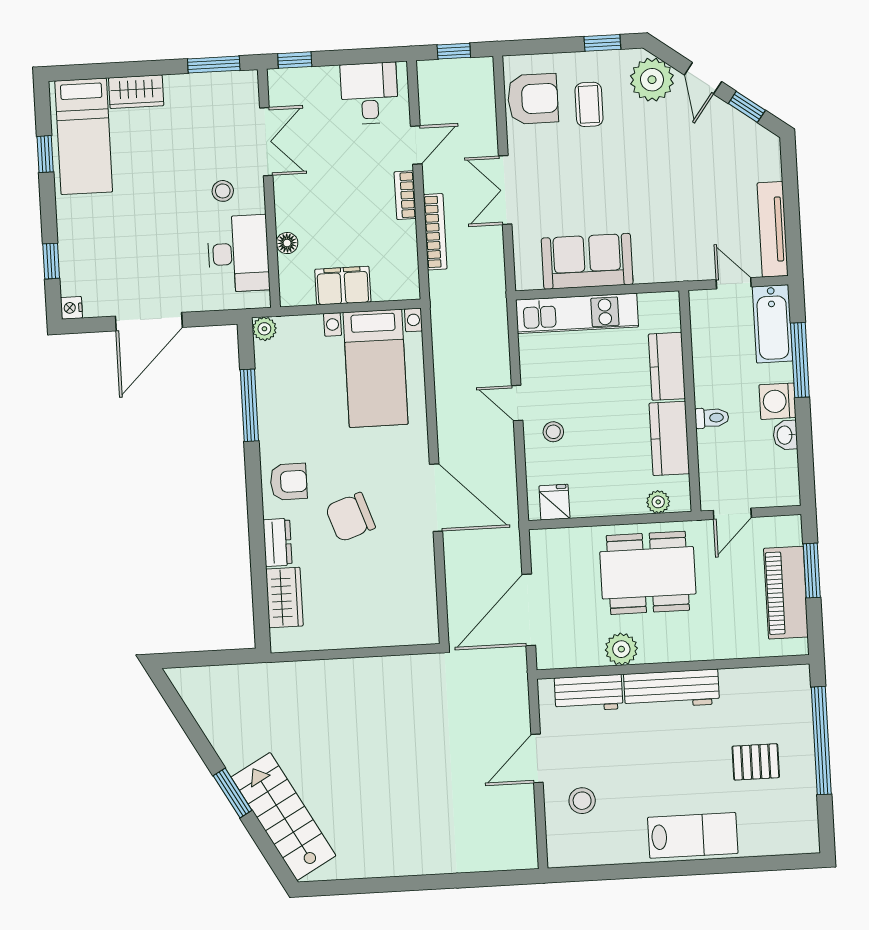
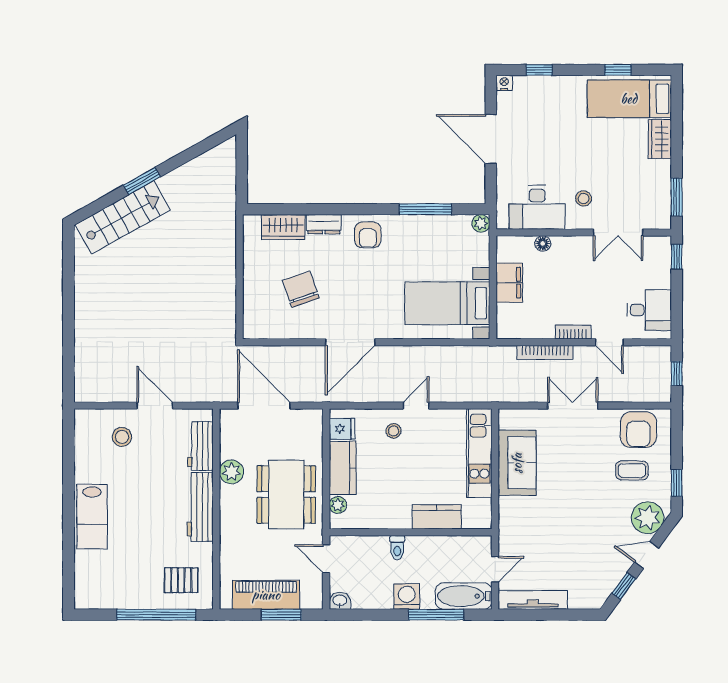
washbasin: (785, 435) -> (340, 601), moved
kitchen counter: (669, 438) -> (343, 468), moved, turned 90
chair: (350, 517) -> (301, 289), moved
pallet: (756, 762) -> (181, 580), moved, turned 90

